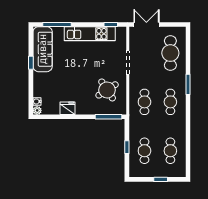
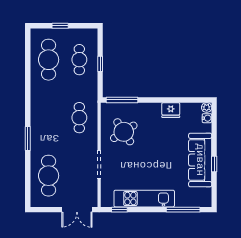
sofa: (43, 49) -> (200, 160), moved
cafe table: (170, 102) -> (49, 118), removed
cafe table: (170, 151) -> (49, 60), width x1.37, depth x1.35

